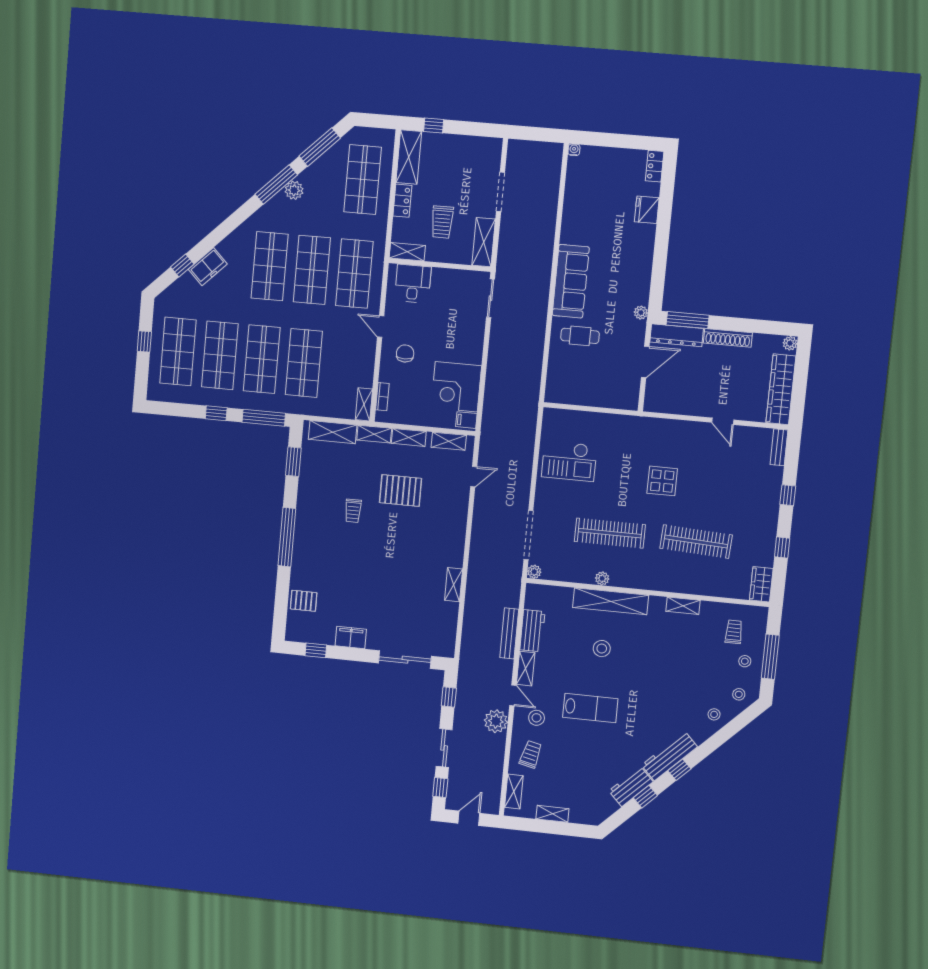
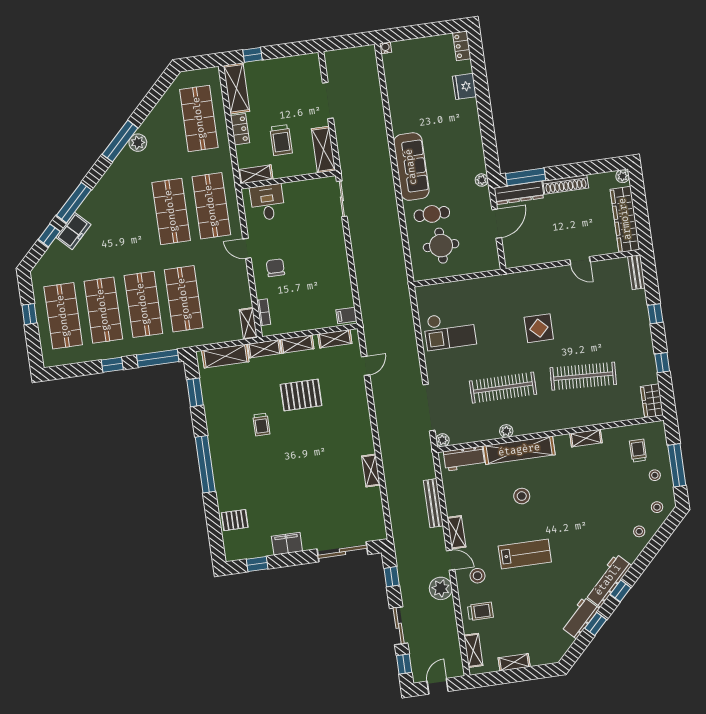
window: (320, 147) -> (74, 203), moved
shop shelf: (270, 266) -> (131, 217), removed
round table: (582, 371) -> (441, 246), added
corner desk: (456, 387) -> (330, 287), removed
workbench: (532, 631) -> (464, 459), moved, turned 90
trolley: (531, 754) -> (480, 611), turned 77

